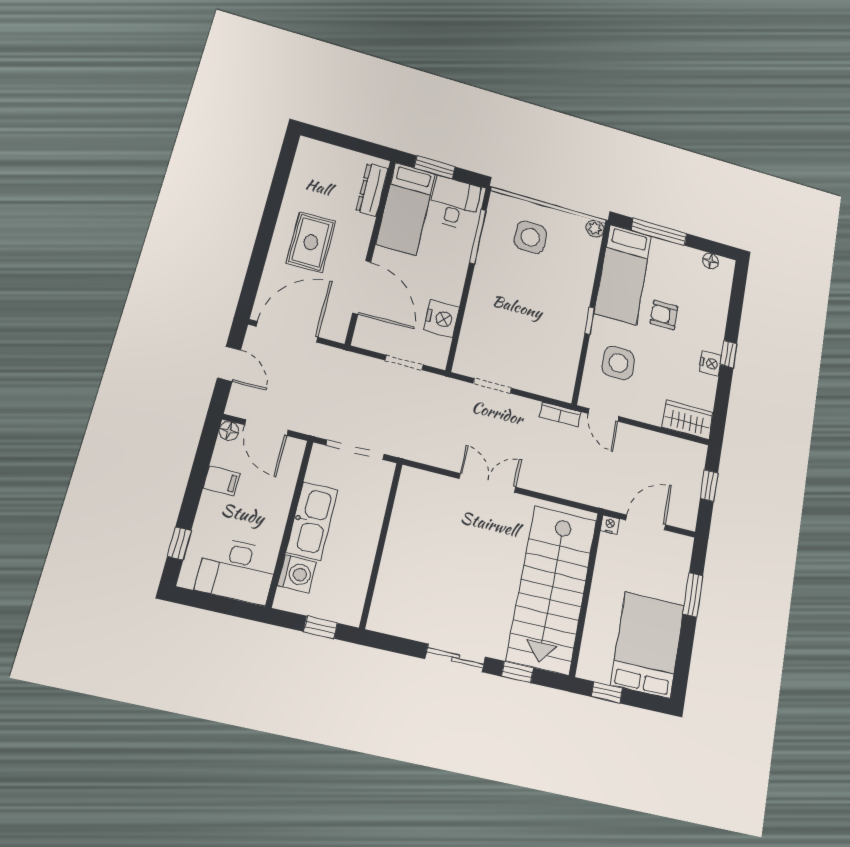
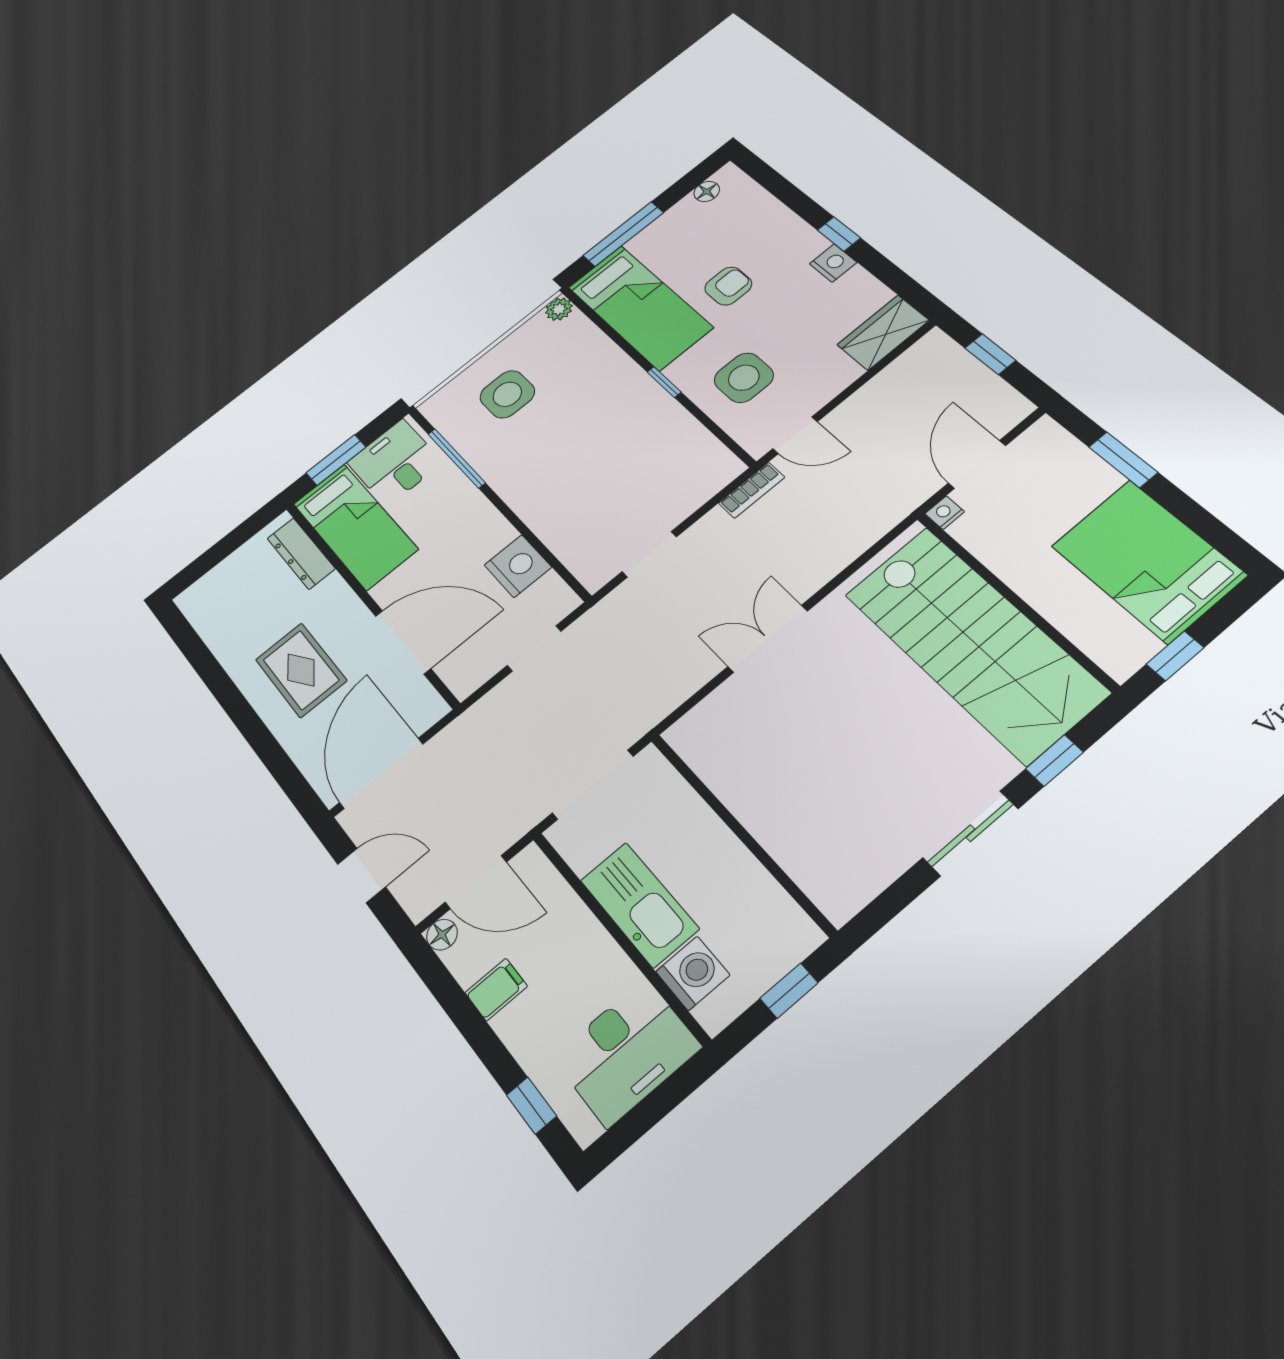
armchair: (664, 315) -> (728, 286), turned 180

